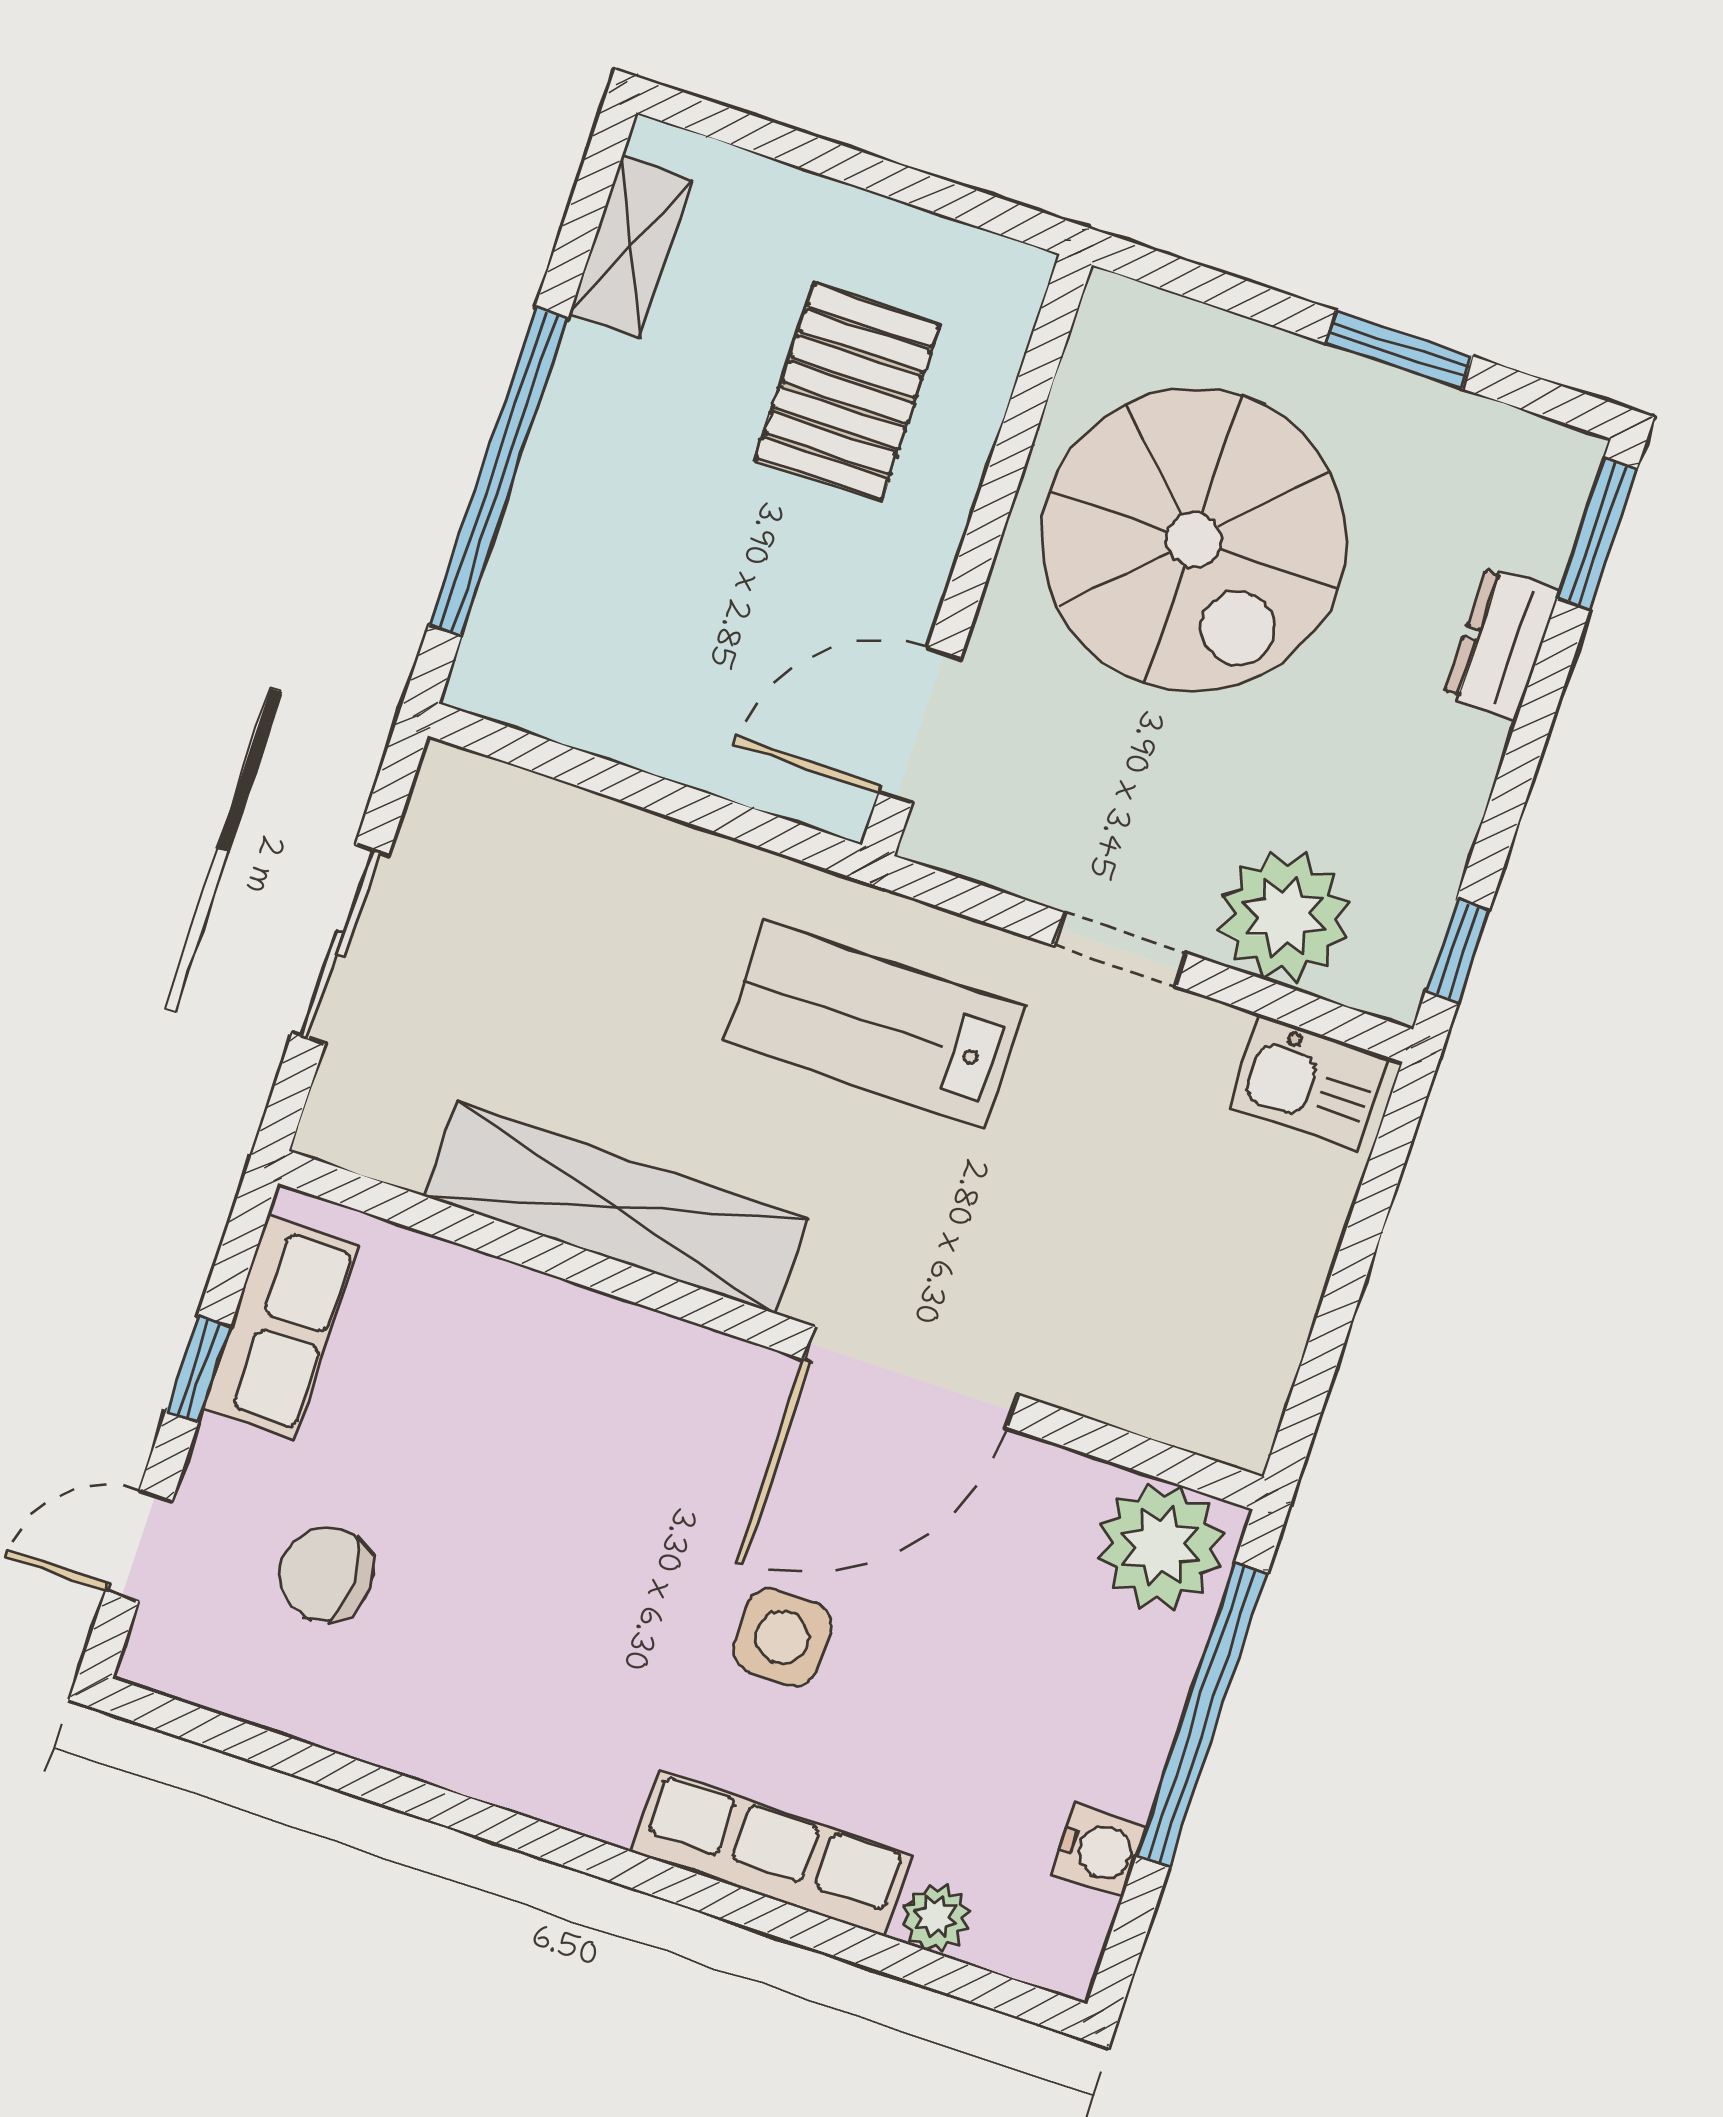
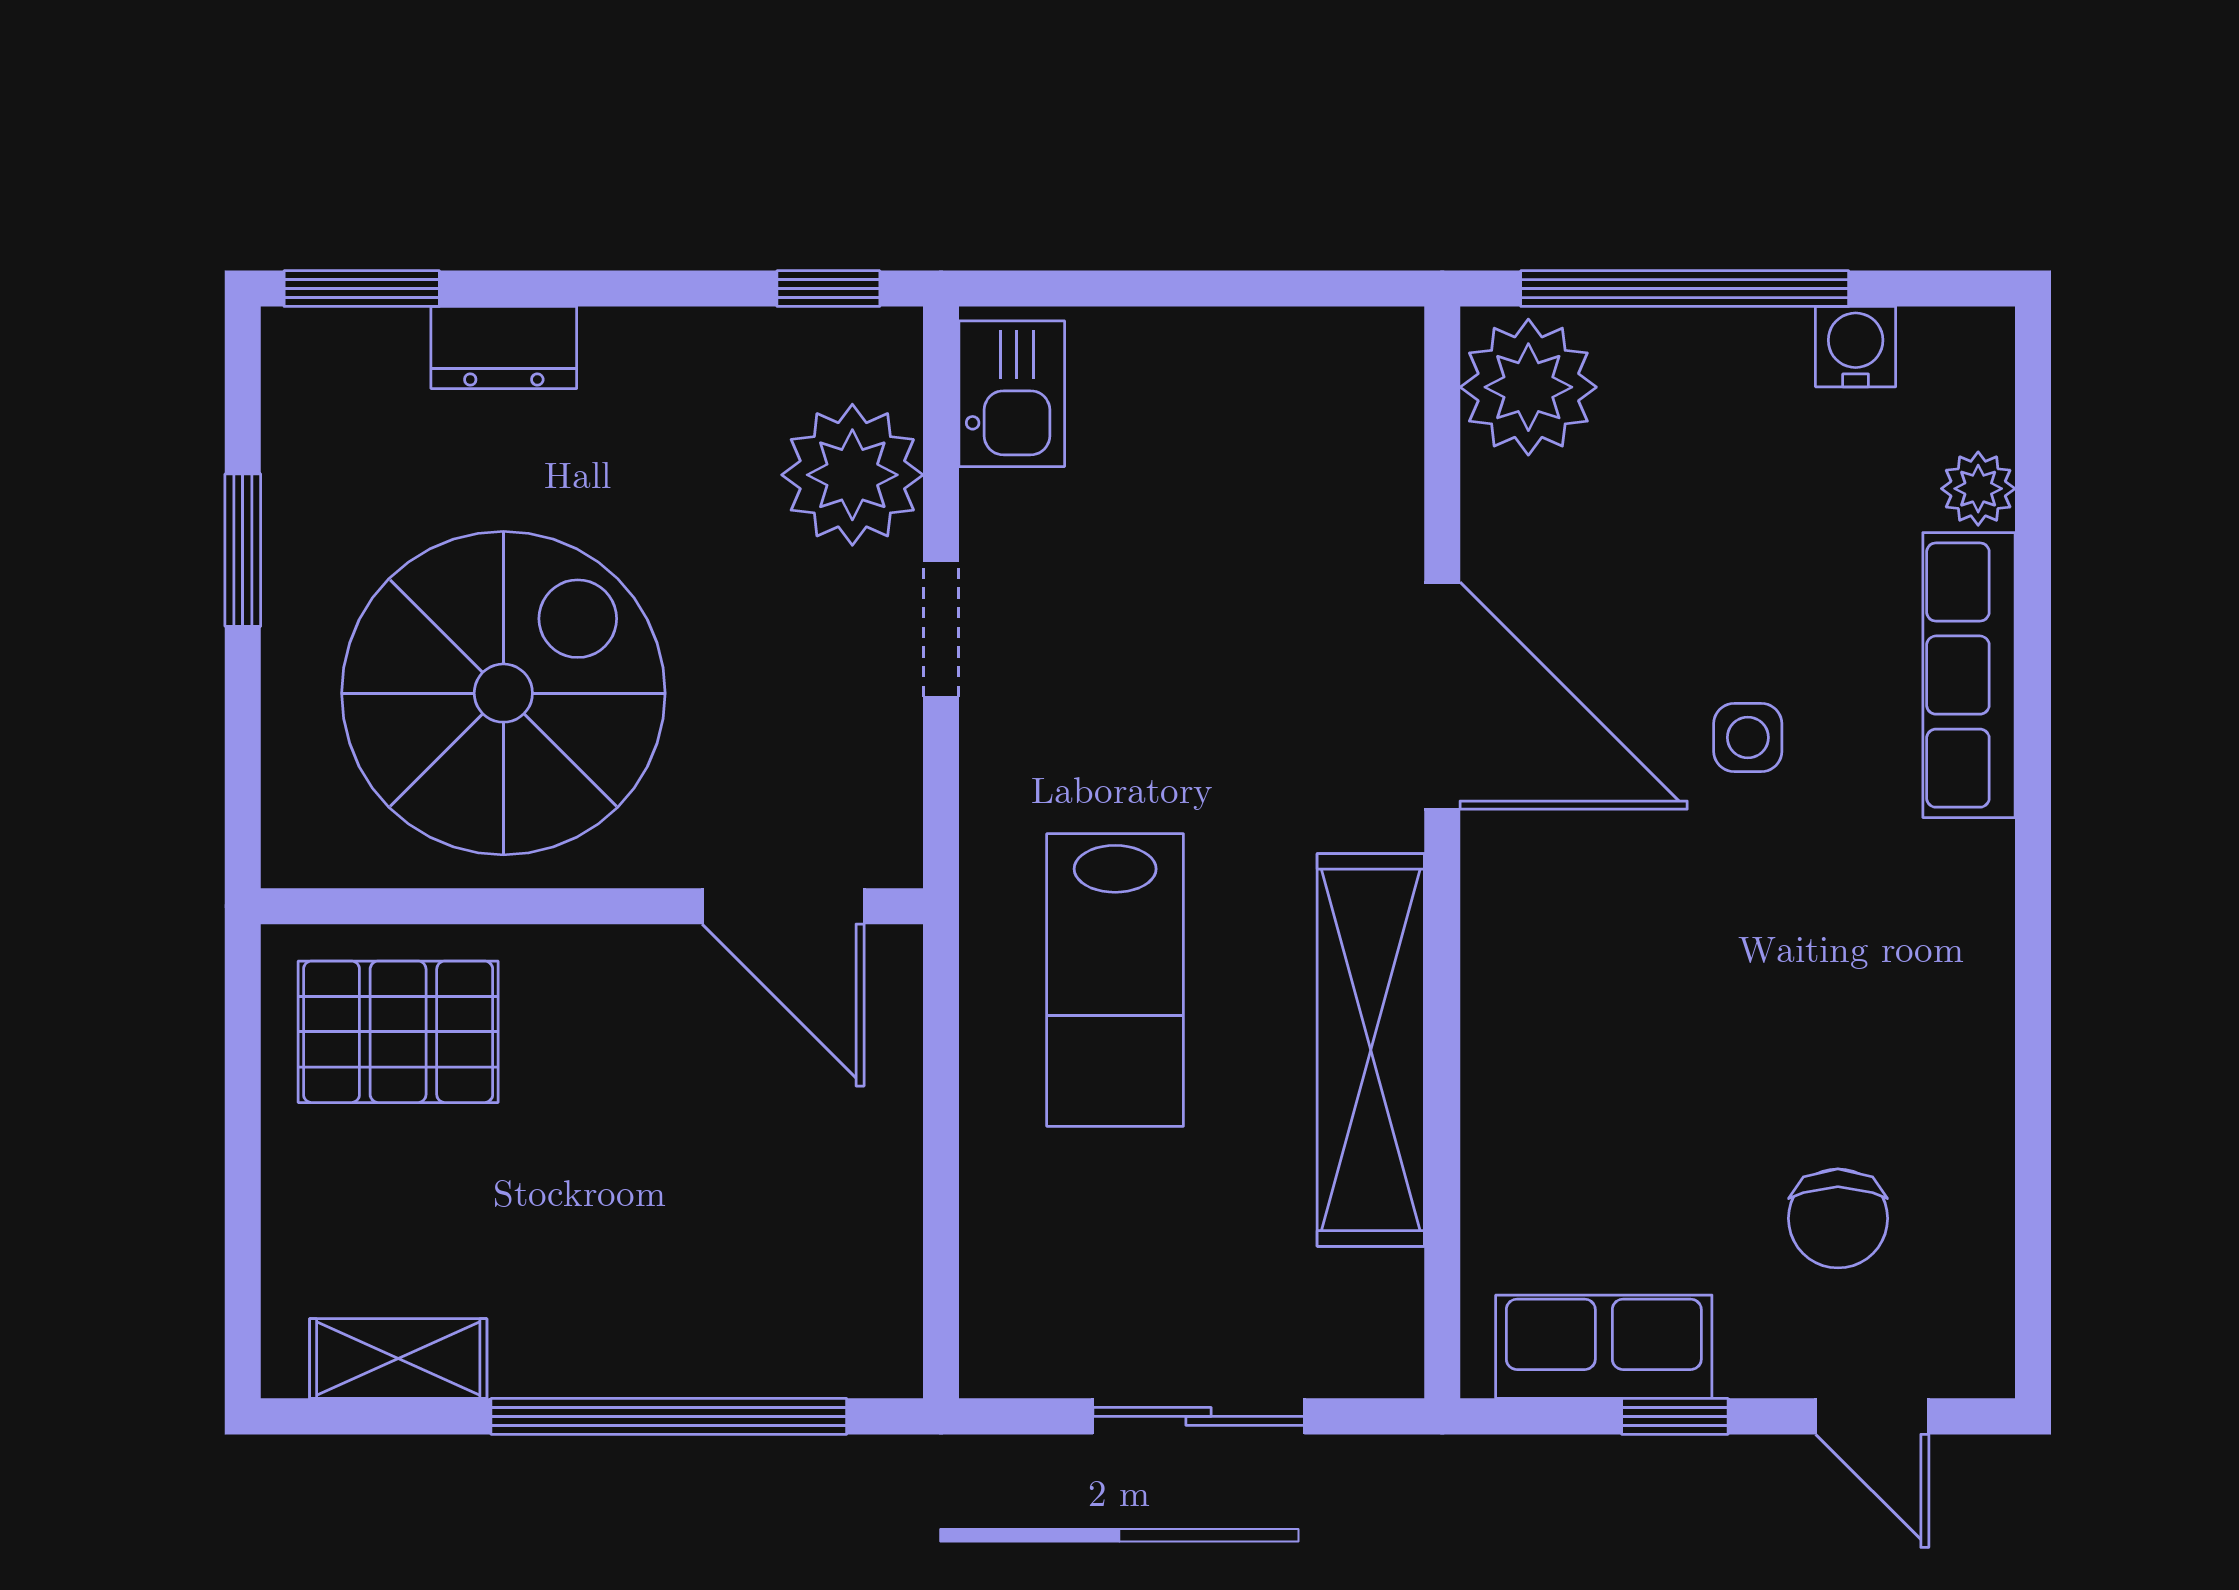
pallet: (848, 392) -> (398, 1032), moved
lab bench: (874, 1024) -> (1115, 980), moved
side table: (782, 1637) -> (1748, 738), width x0.73, depth x0.73

